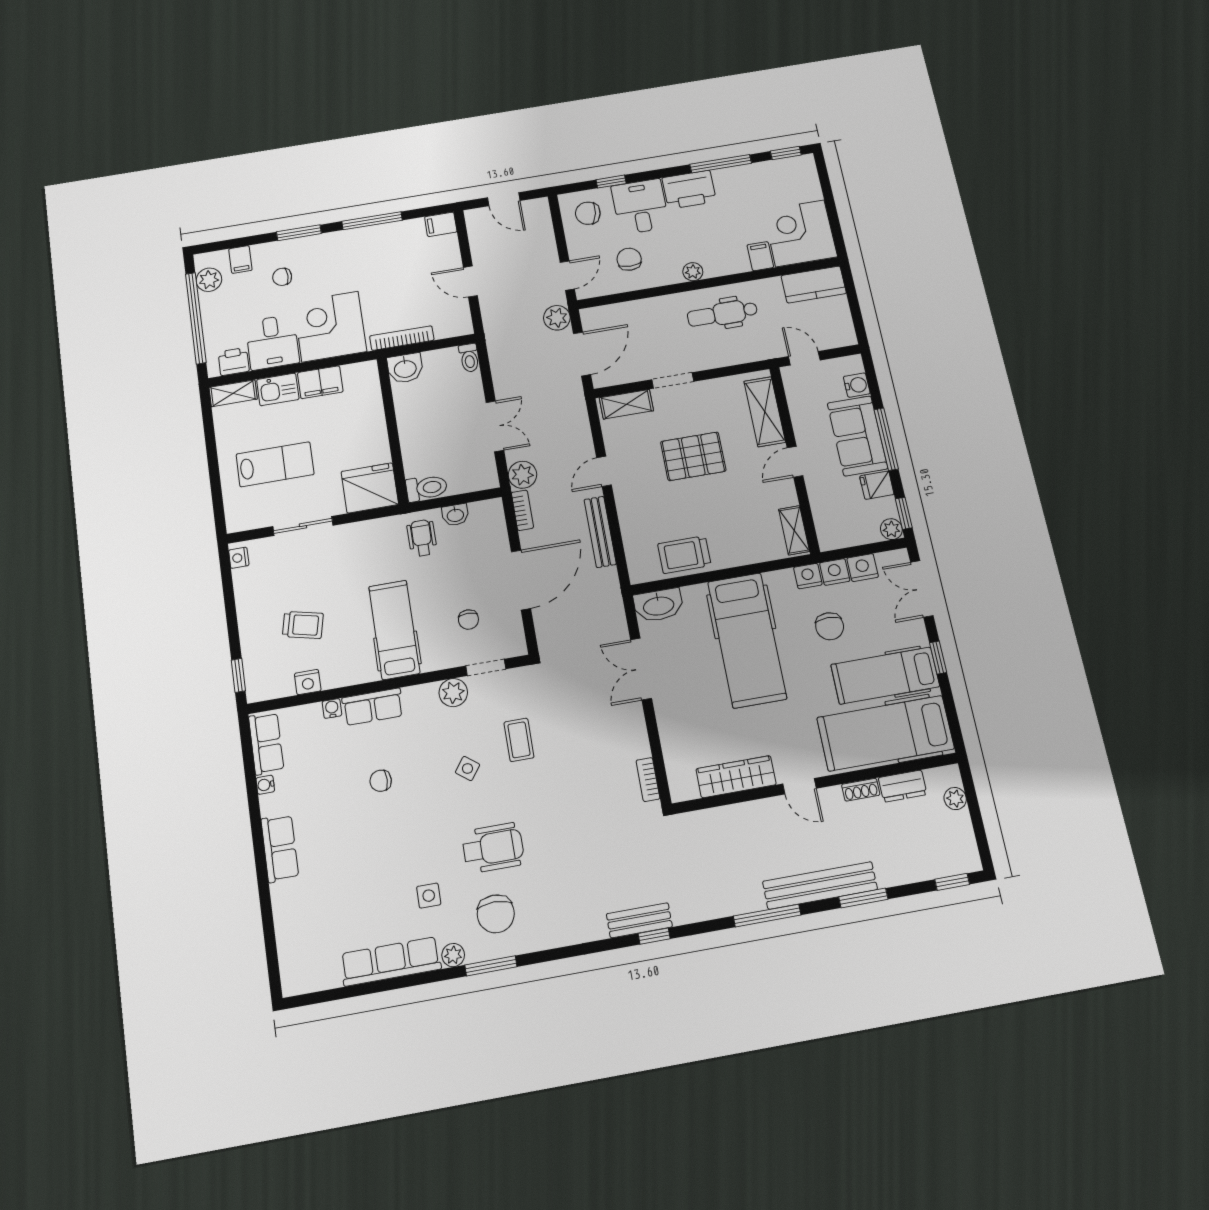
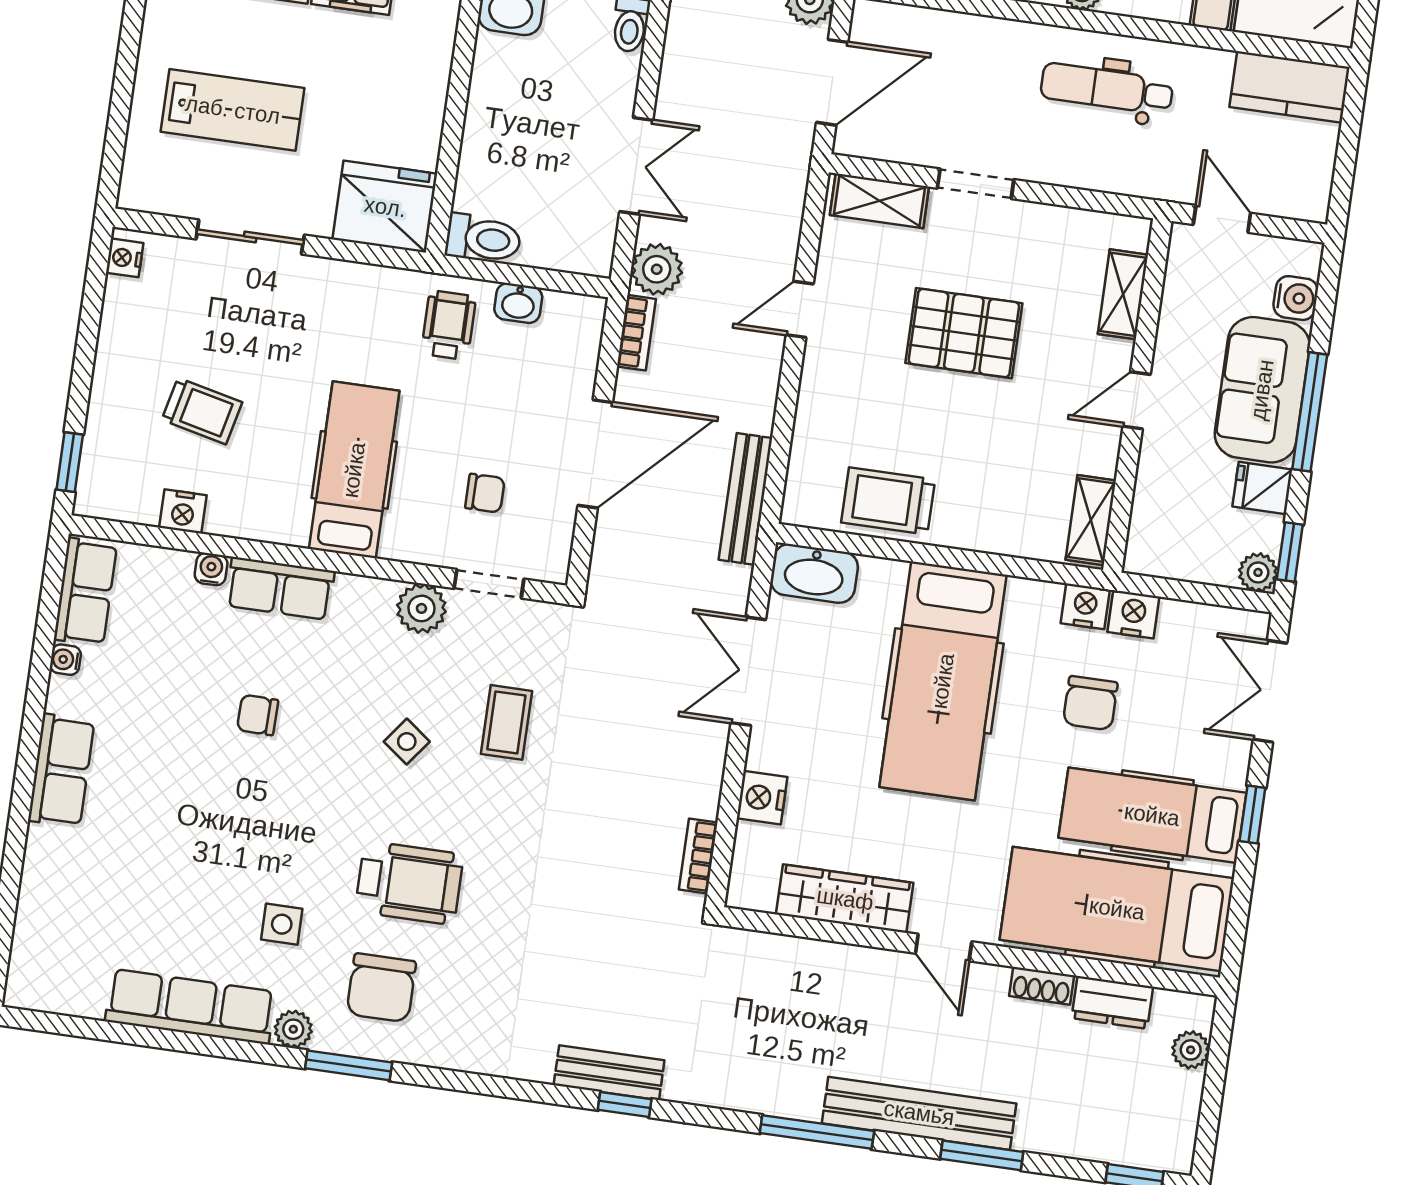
shelving: (765, 412) -> (1123, 294), width x0.67, depth x0.75
bench: (600, 532) -> (746, 499), moved
nightstand: (863, 568) -> (762, 798), moved, turned -90
chair: (468, 620) -> (485, 493), turned -90

